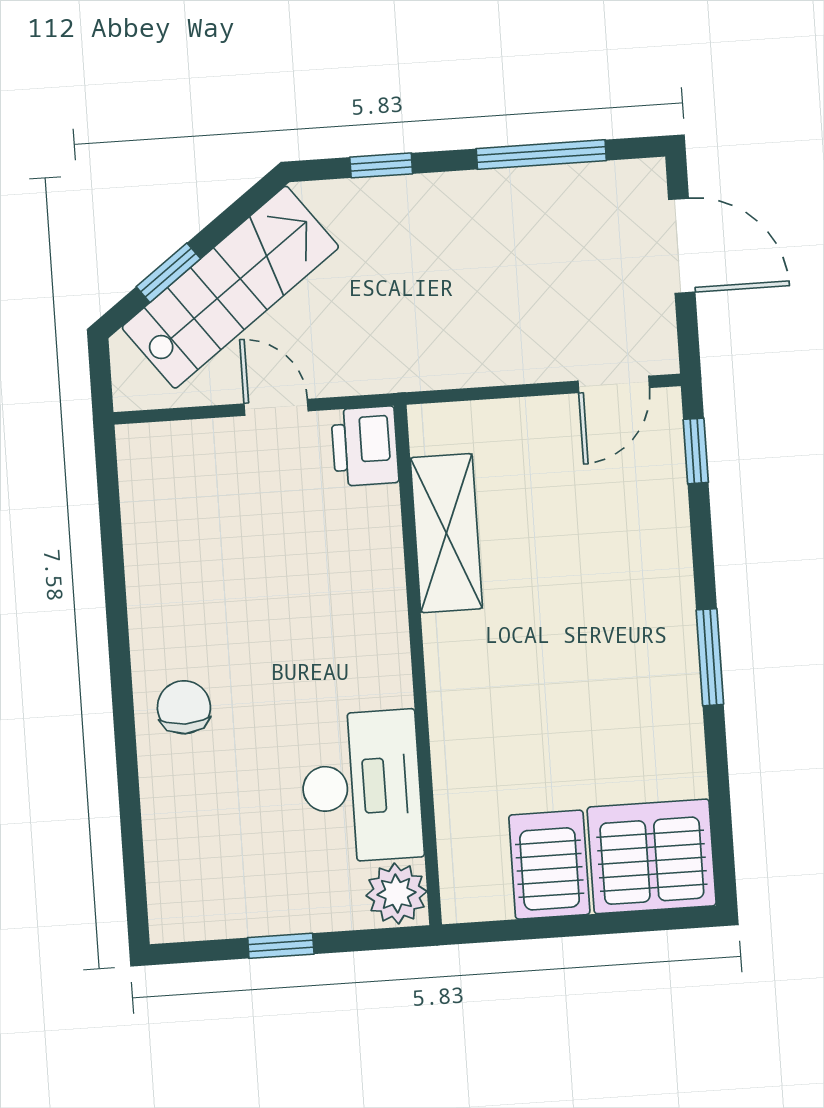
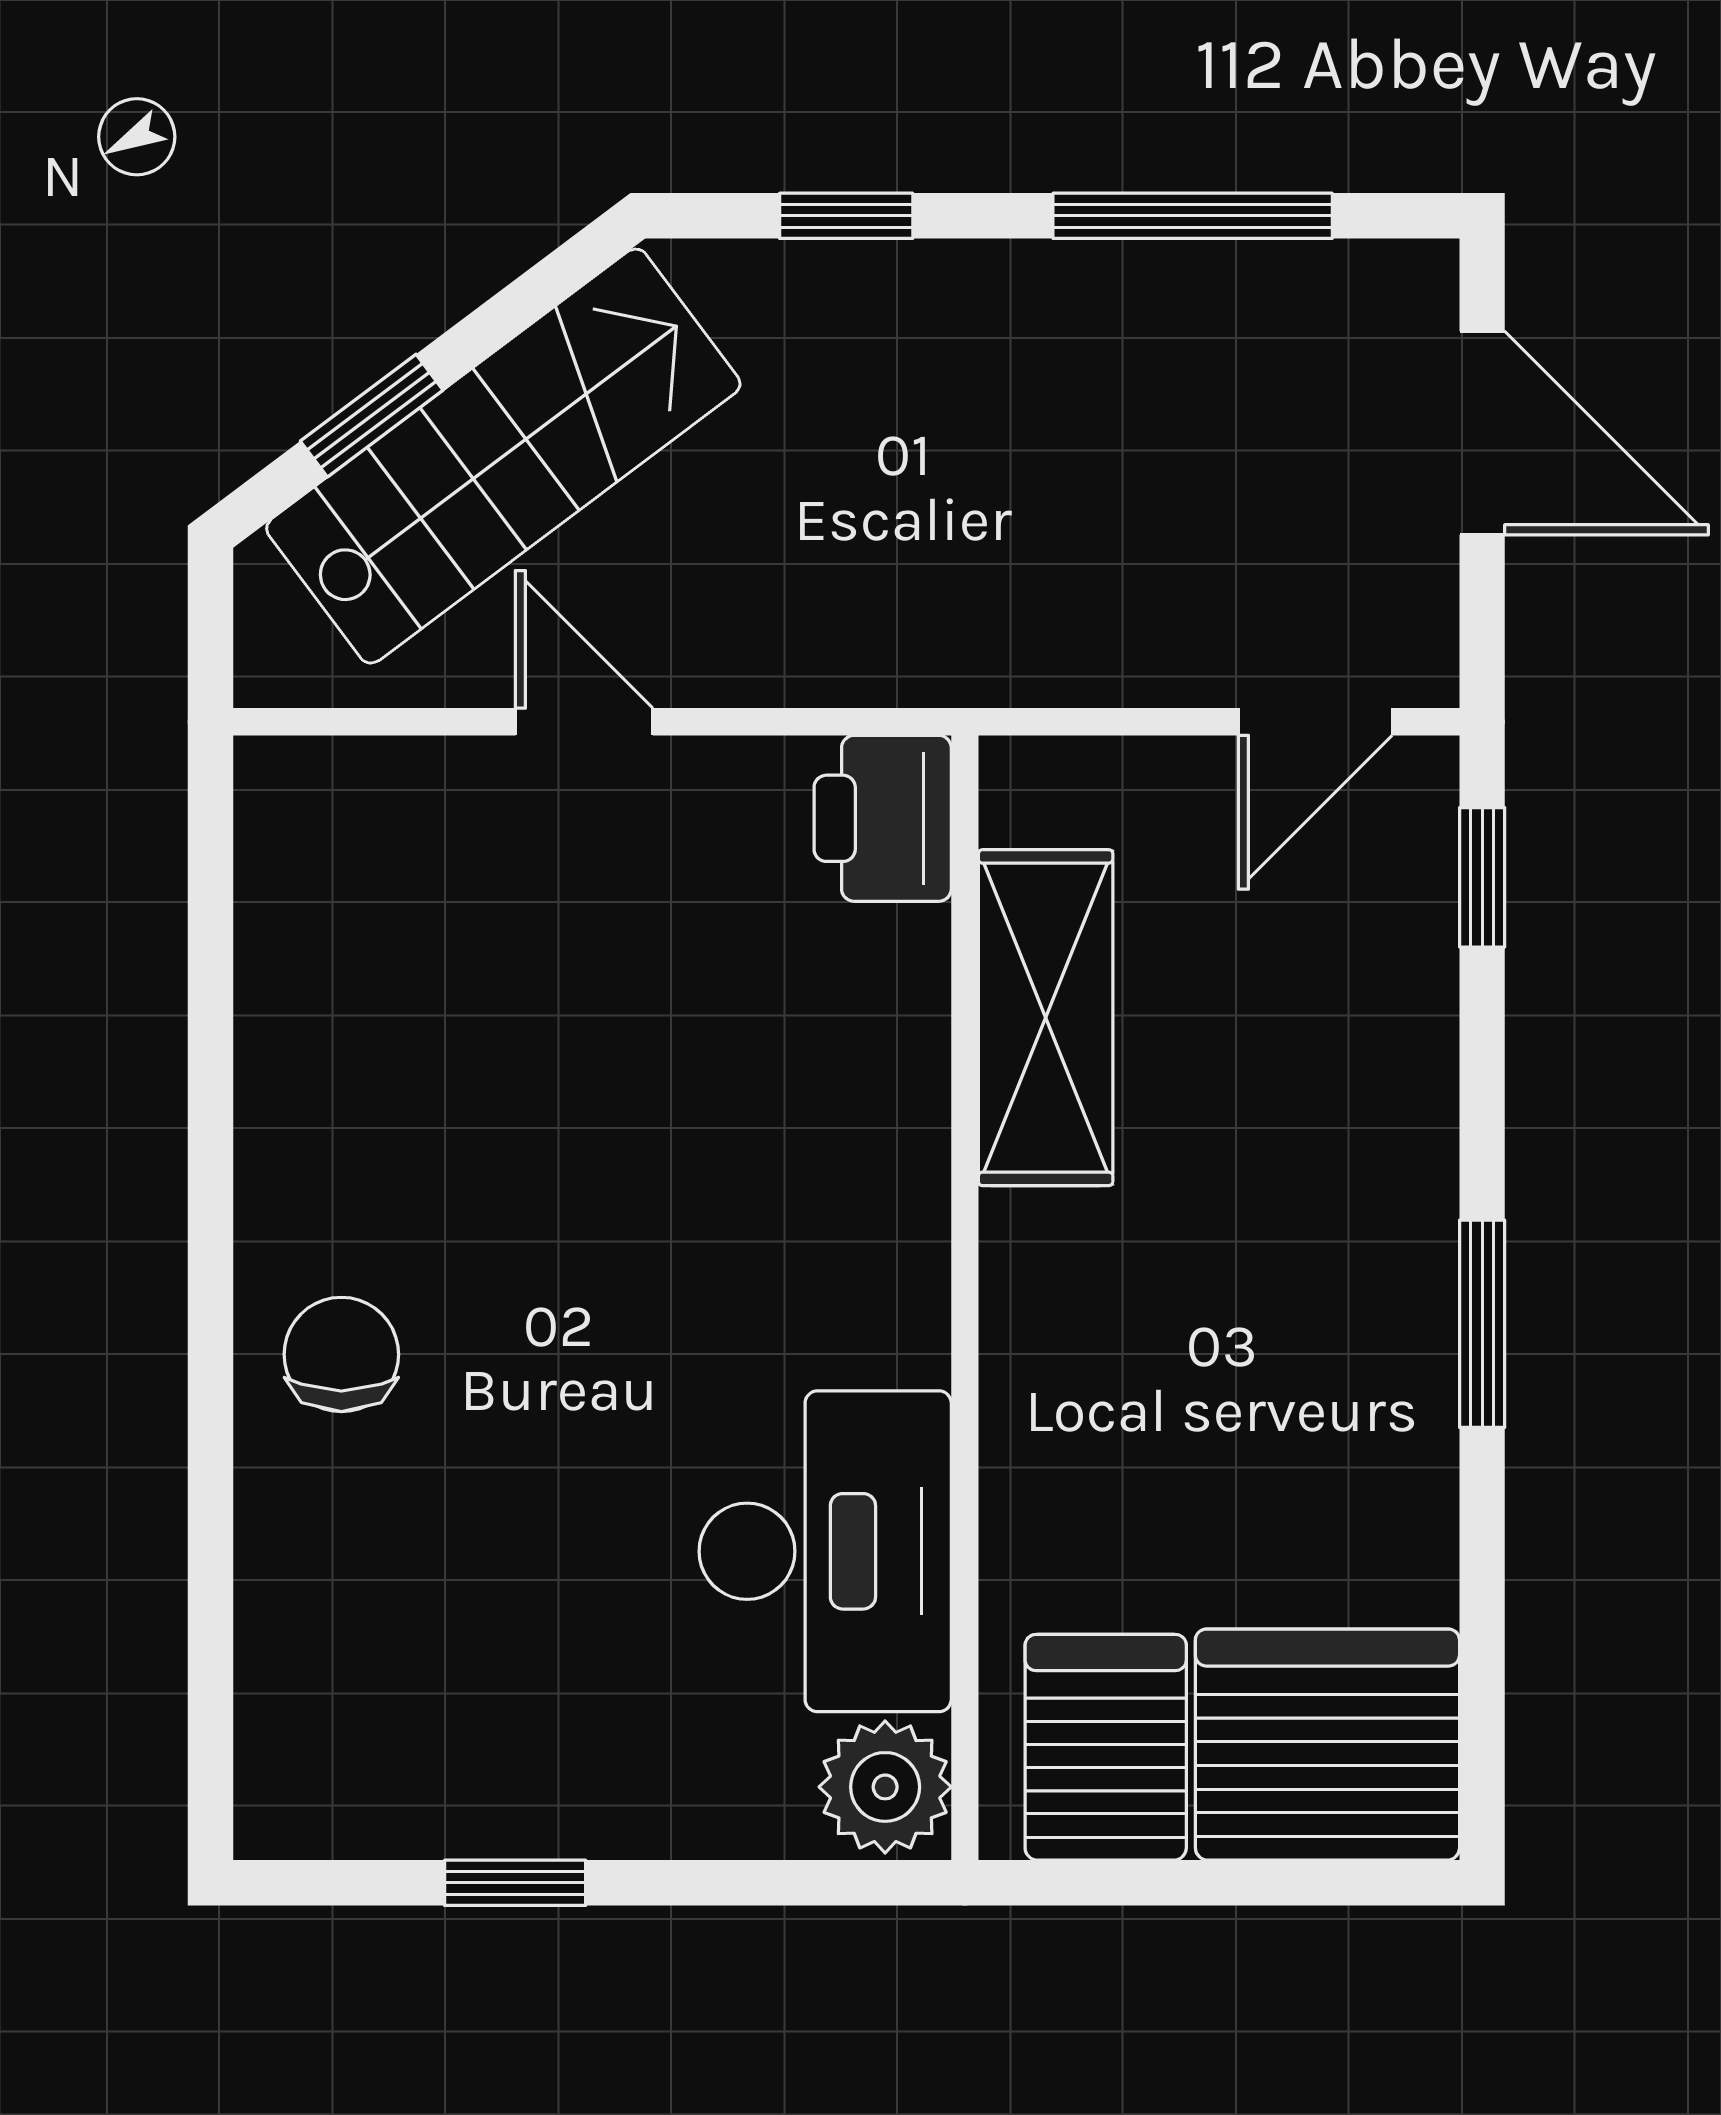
printer: (365, 446) -> (883, 818), moved
shelving: (446, 533) -> (1046, 1018), moved
wall: (418, 665) -> (965, 1298), moved
desk: (361, 786) -> (825, 1551), moved
plant: (396, 893) -> (885, 1787), moved

